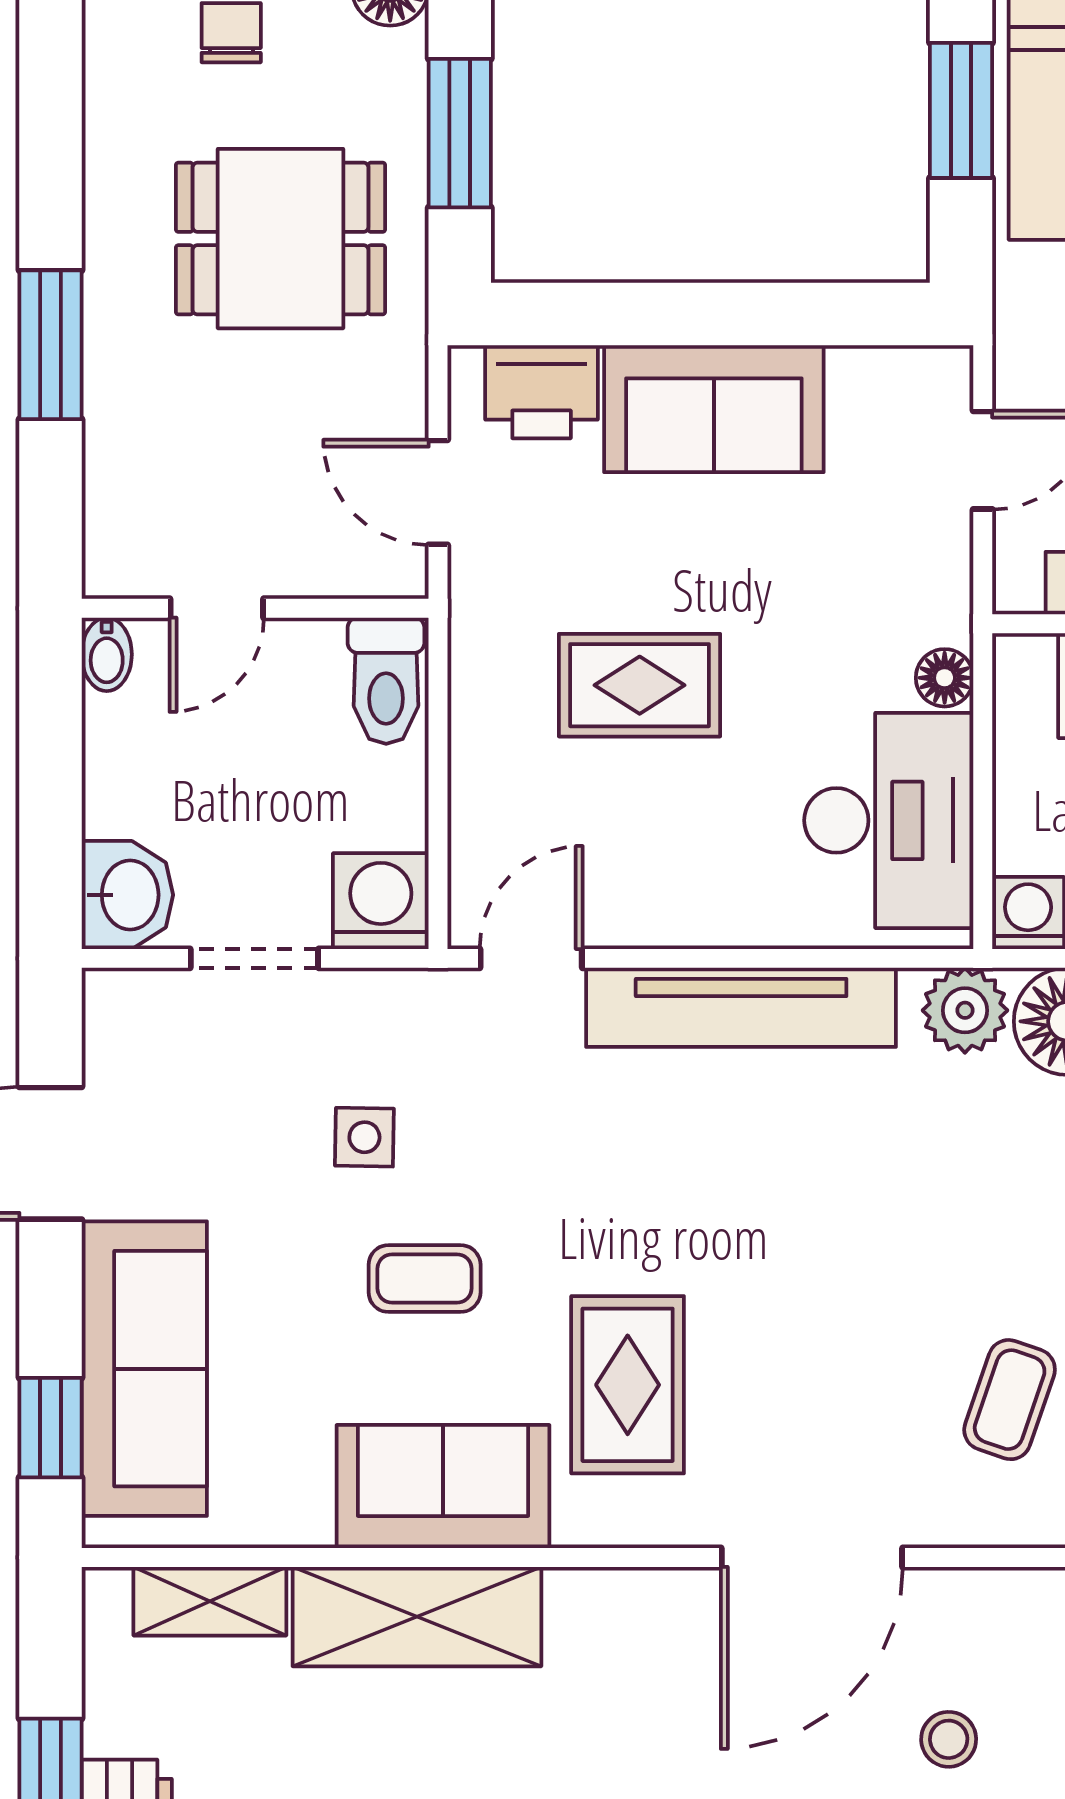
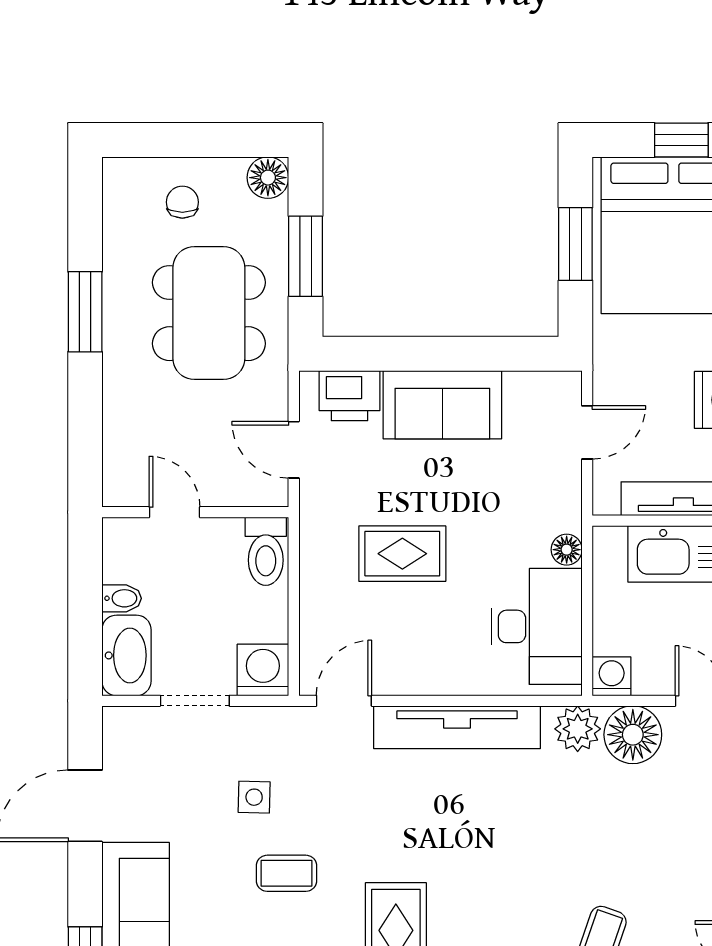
dining table: (280, 239) -> (209, 313), width x1.38
window: (51, 345) -> (85, 312), moved
door: (217, 608) -> (175, 512), swing flipped
bidet: (107, 654) -> (122, 598), moved, turned -90
washbasin: (127, 895) -> (126, 655), width x1.38

